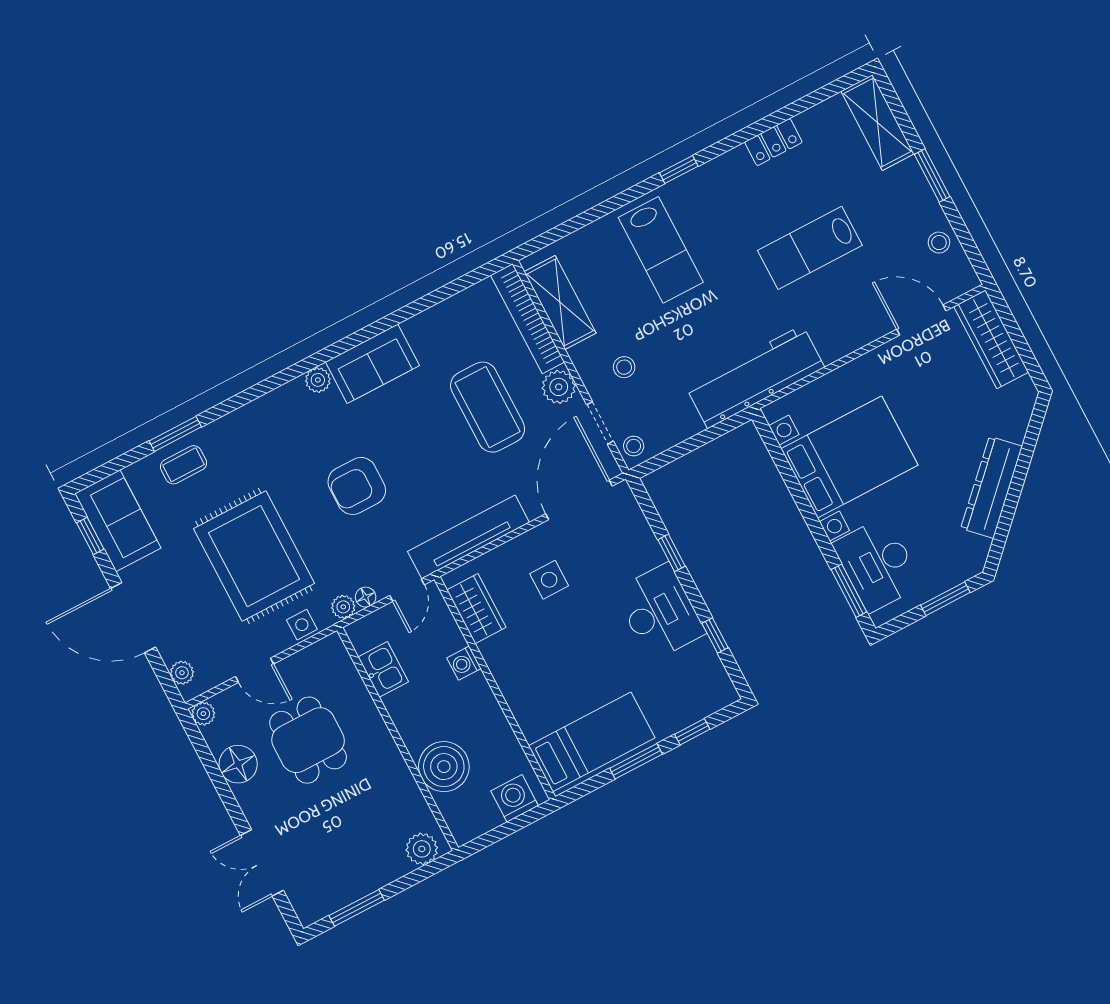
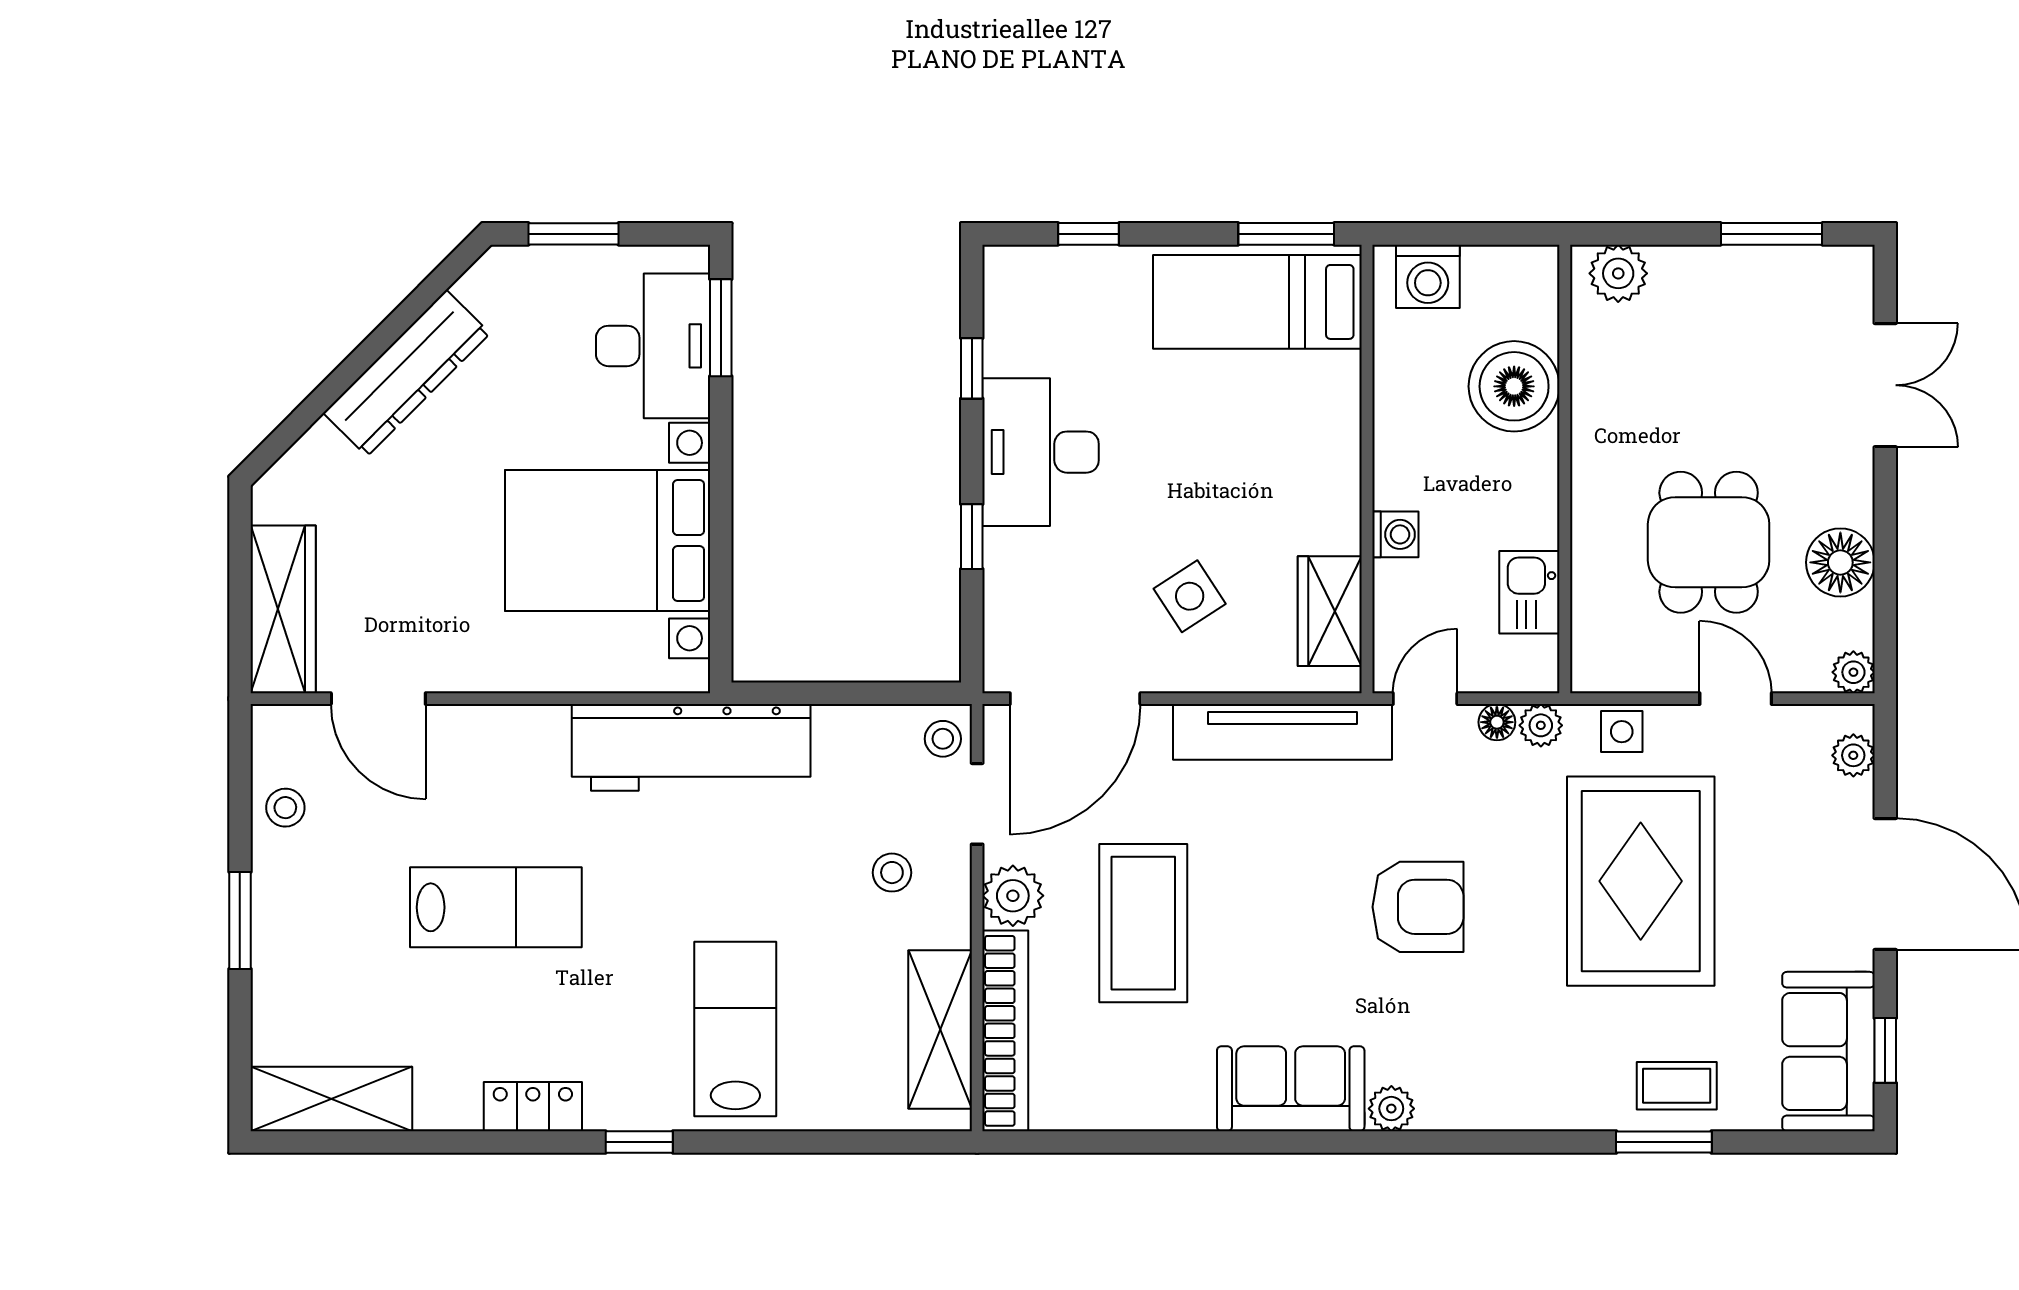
shelving: (877, 123) -> (331, 1099), moved, turned 90
locker: (773, 142) -> (533, 1107), moved
side table: (549, 580) -> (1190, 596), turned -33
window: (636, 761) -> (1286, 234), moved

